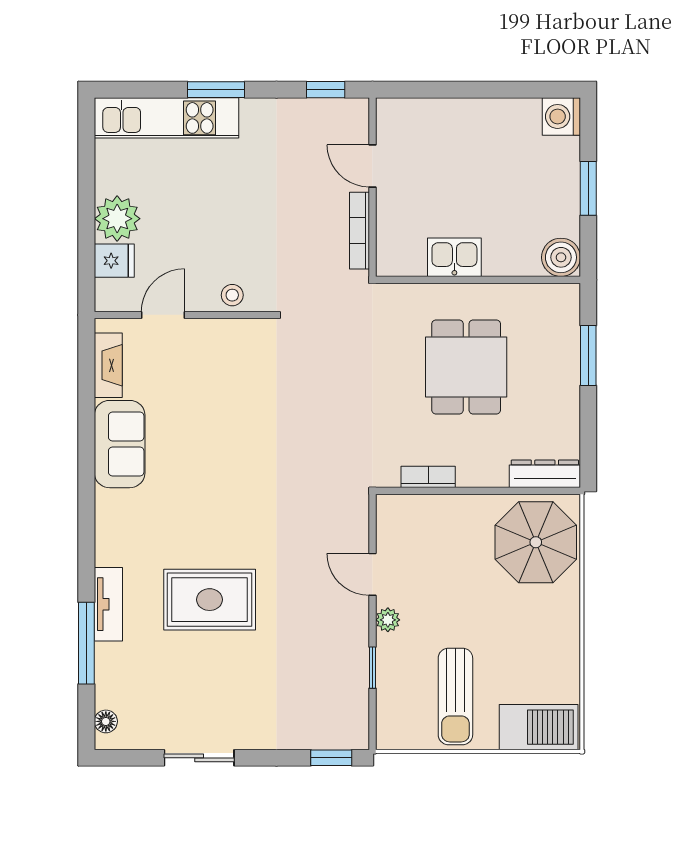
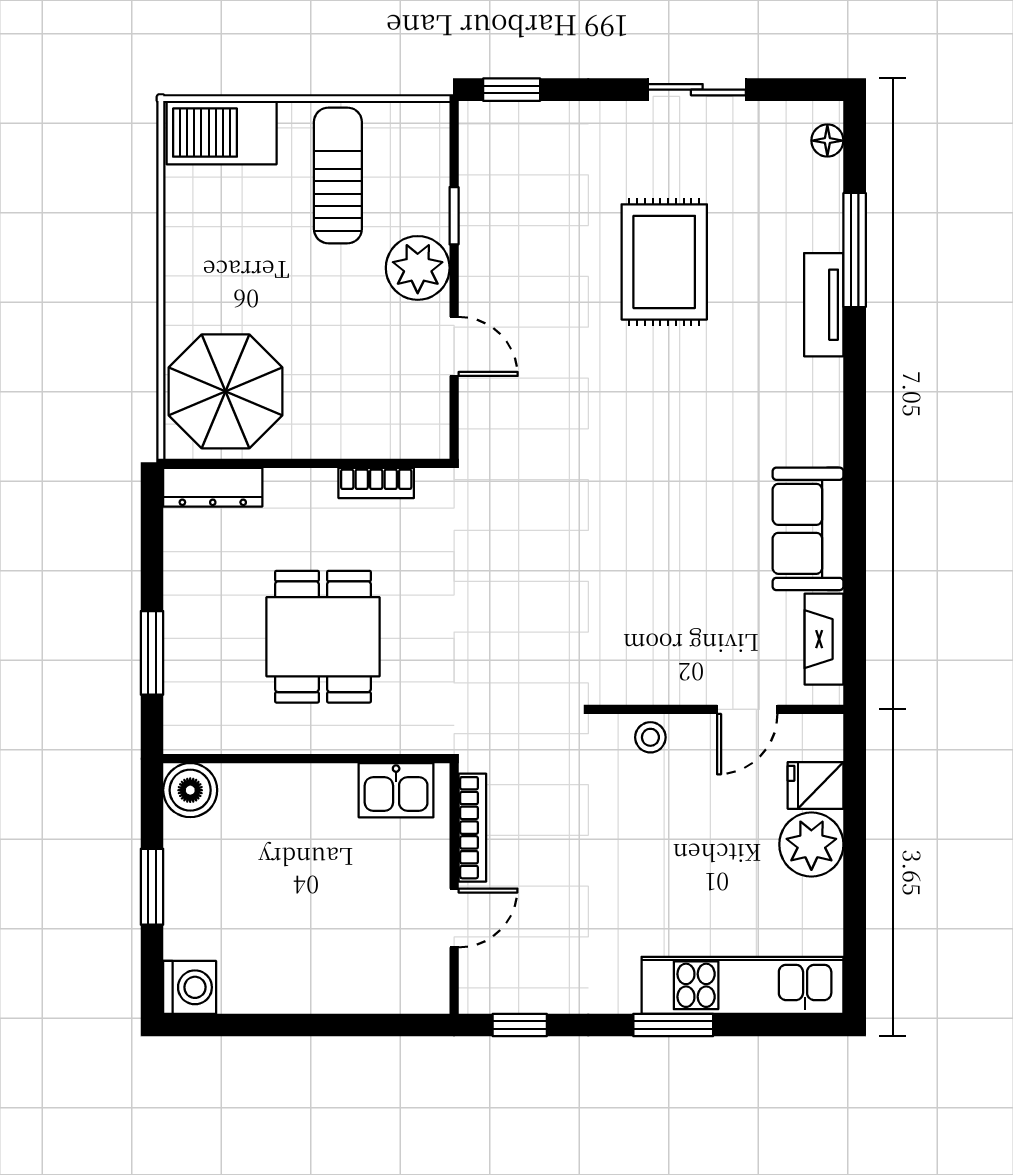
door: (372, 166) -> (454, 918), hinge flipped
kitchen sink: (454, 257) -> (396, 790), moved
rug: (210, 600) -> (664, 262), moved, turned 90
plant: (388, 620) -> (418, 268), width x1.88, depth x1.88

